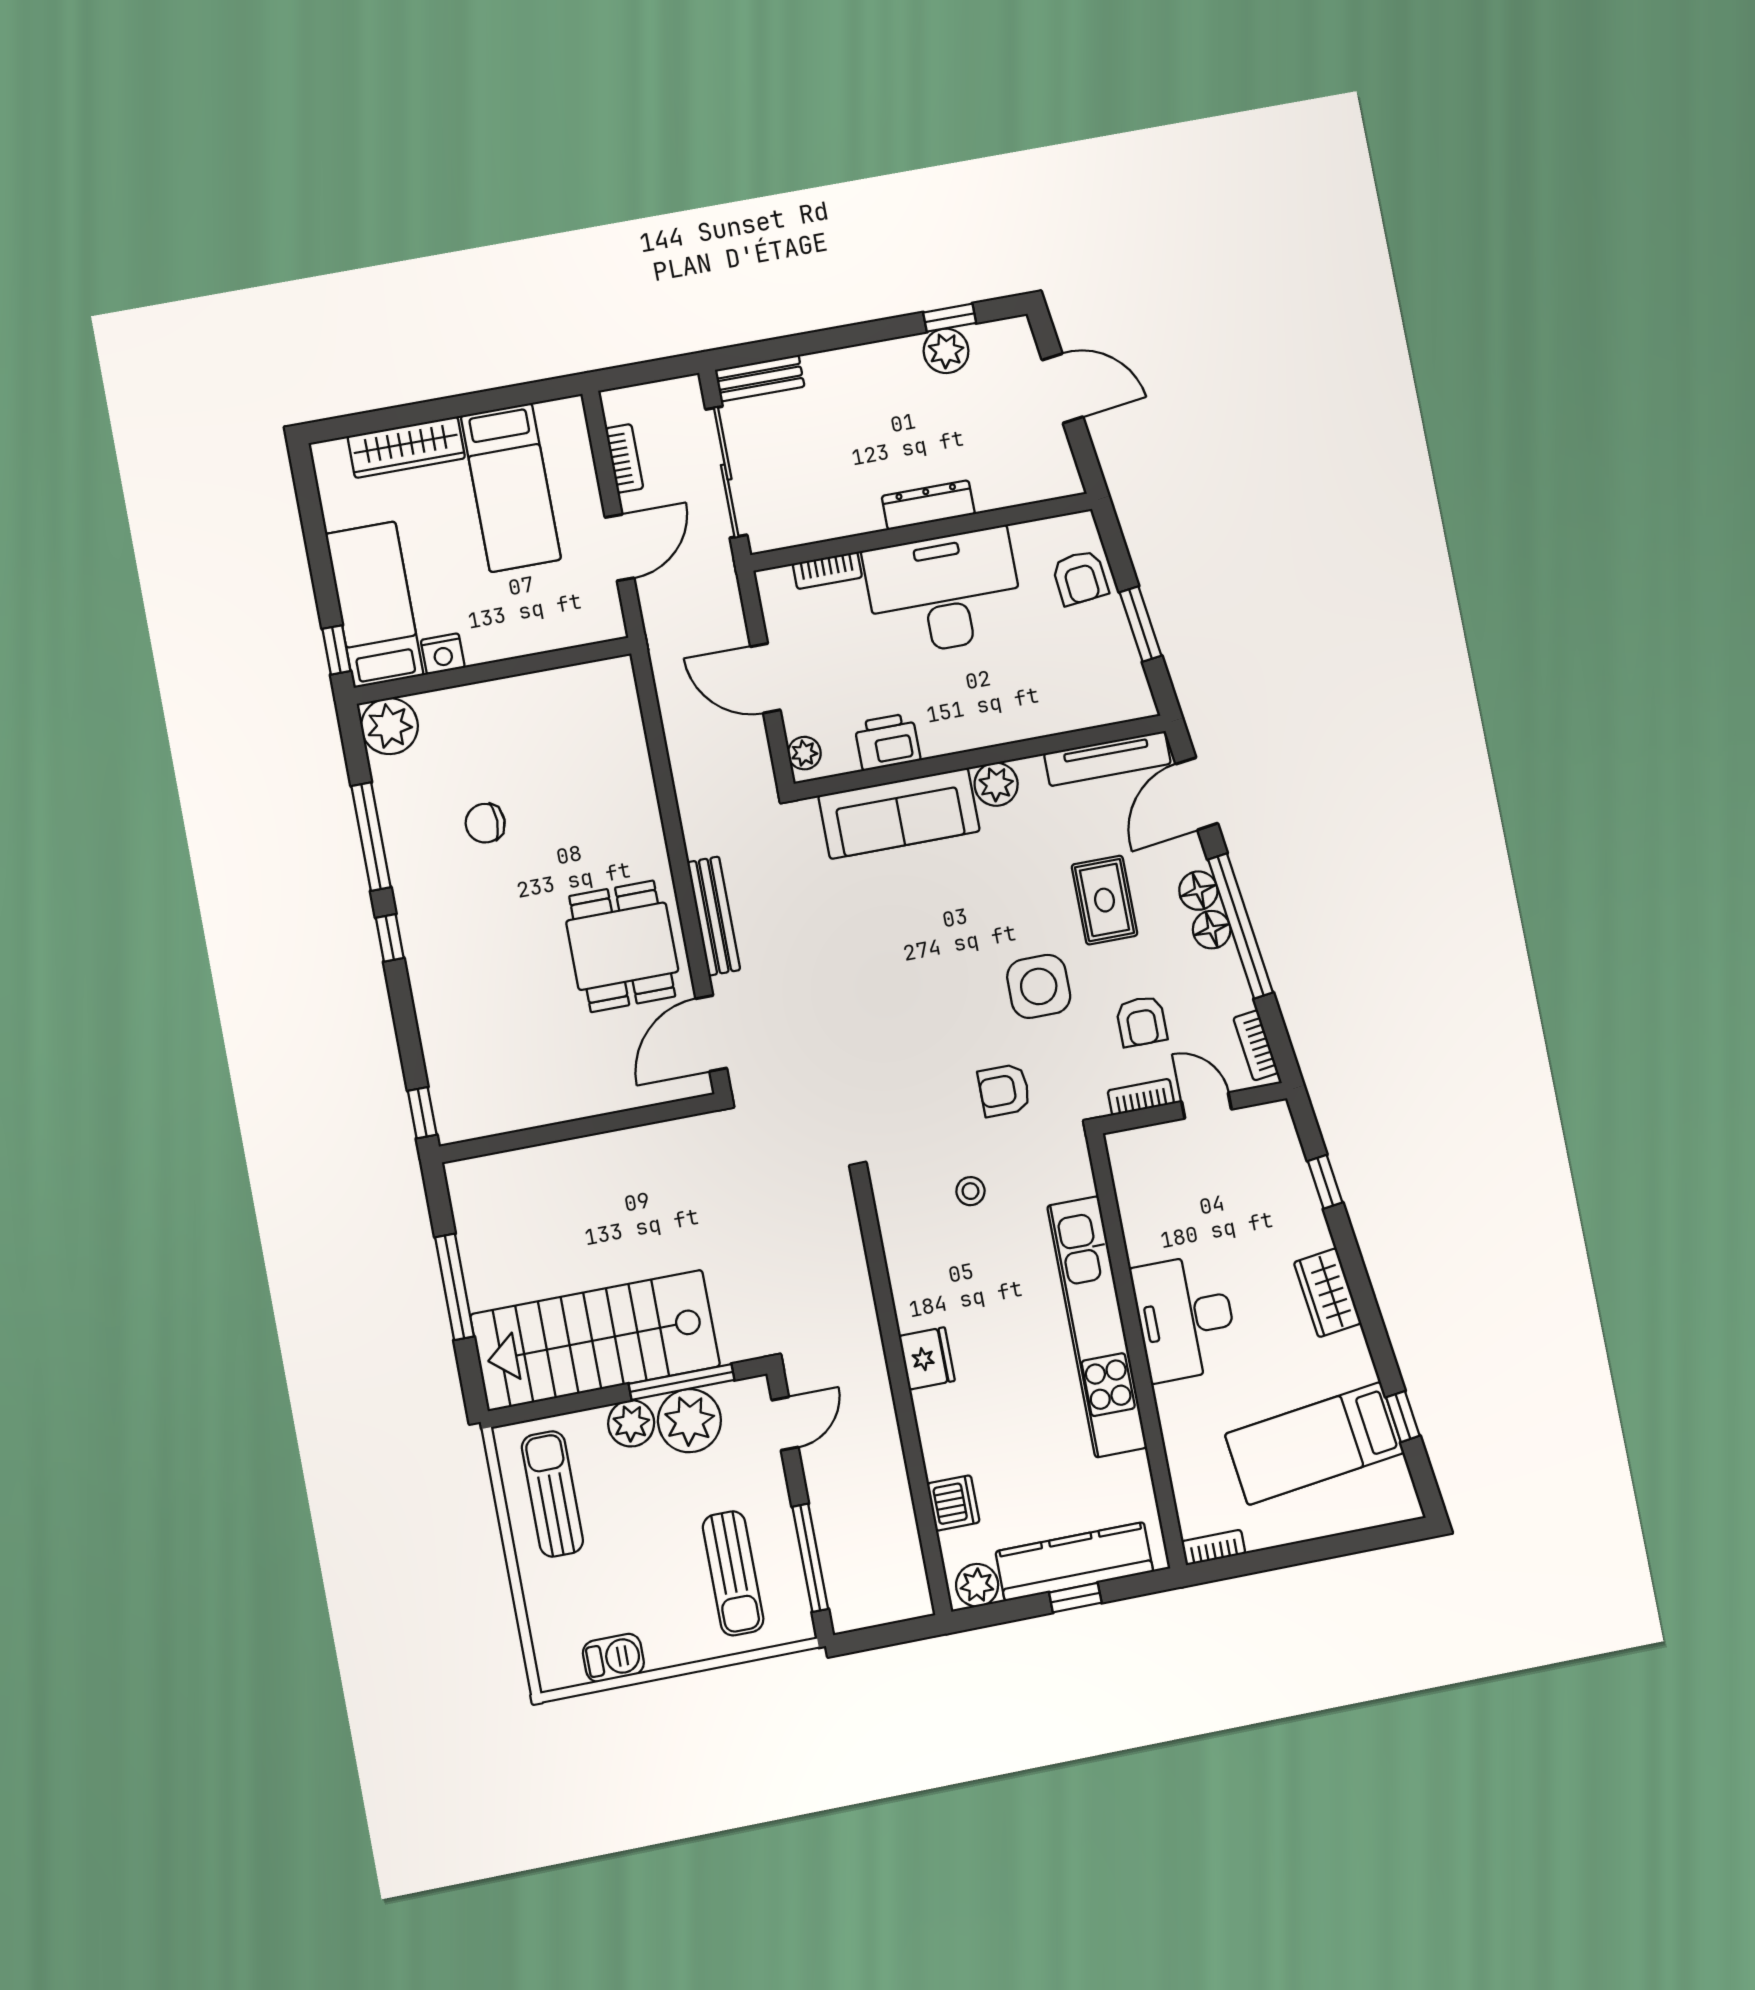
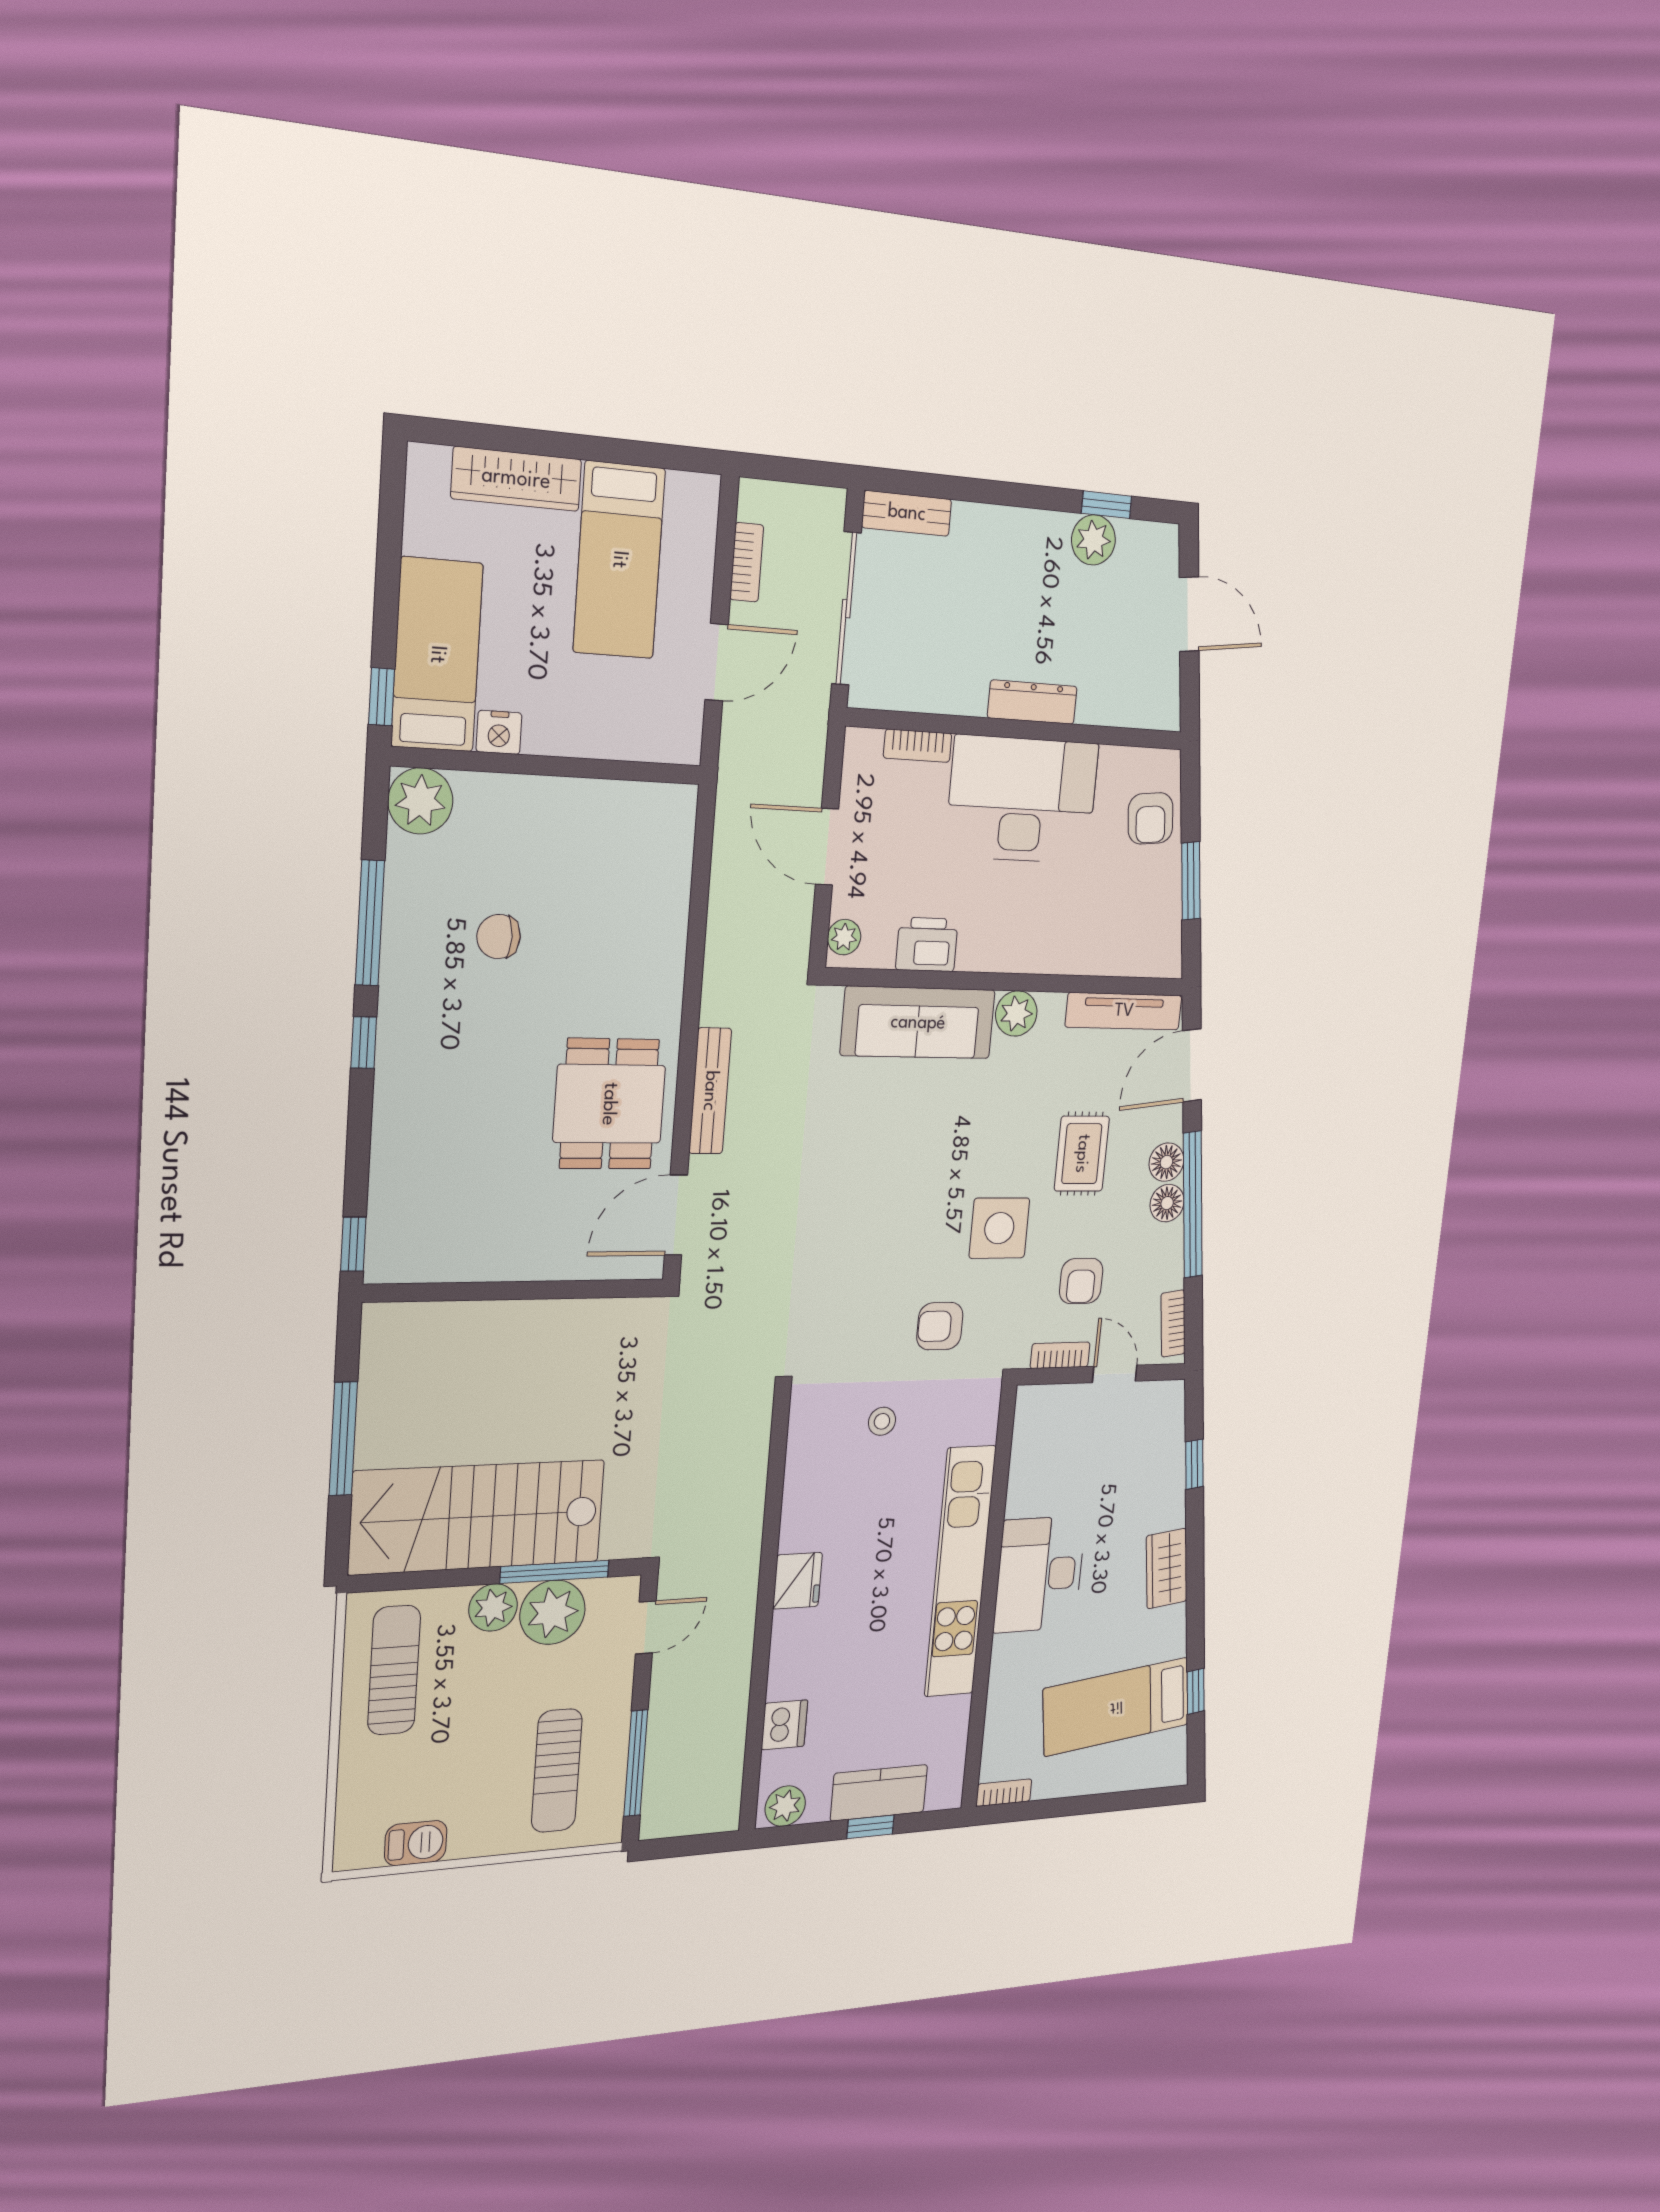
kitchen counter: (1074, 1562) -> (879, 1793), width x0.67

